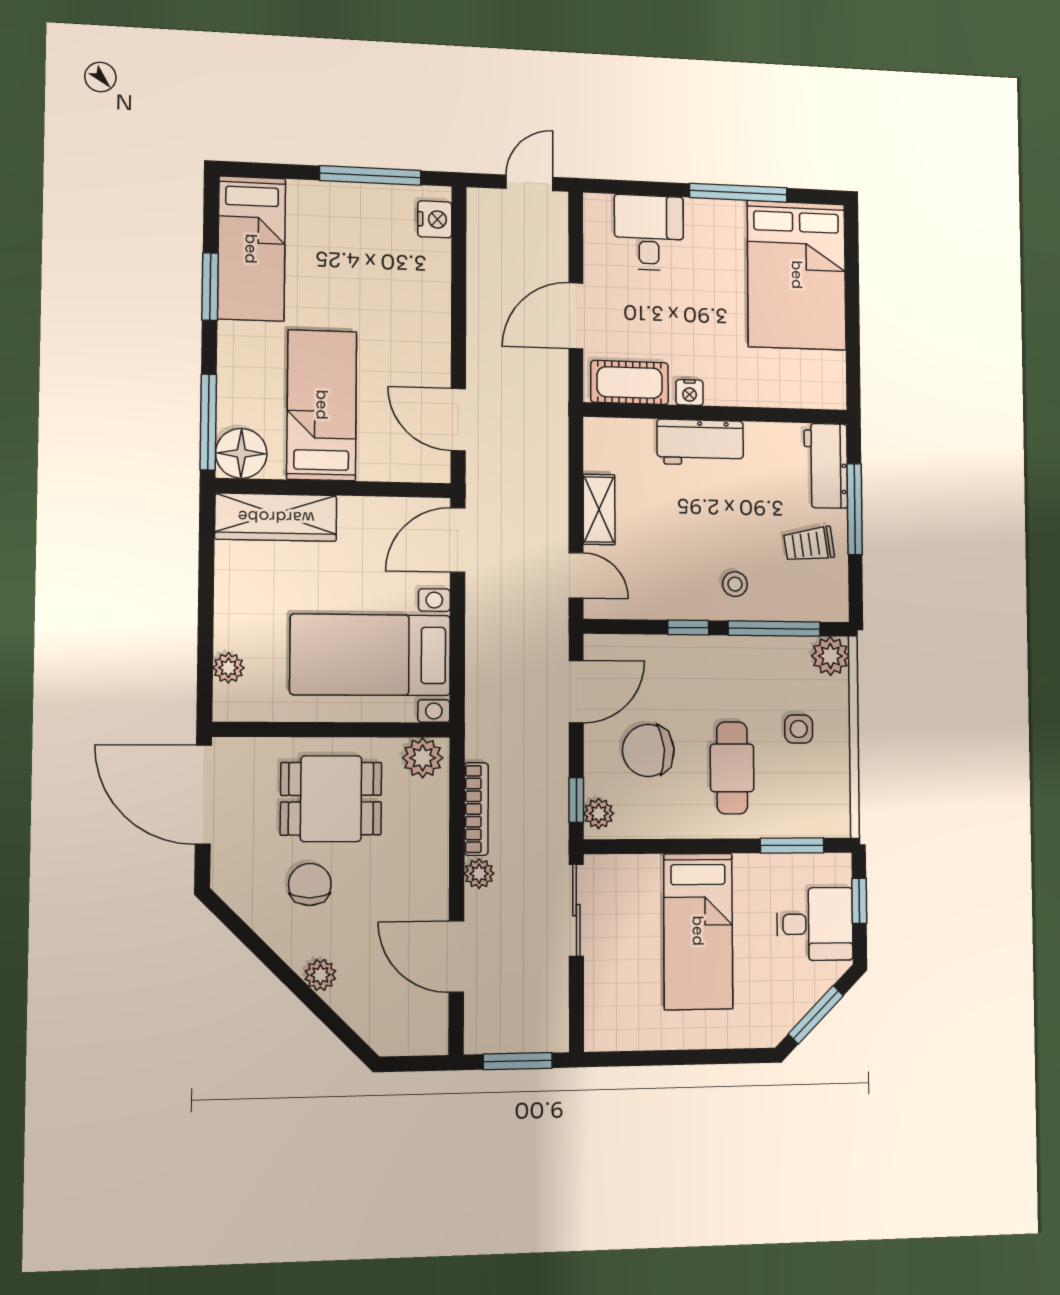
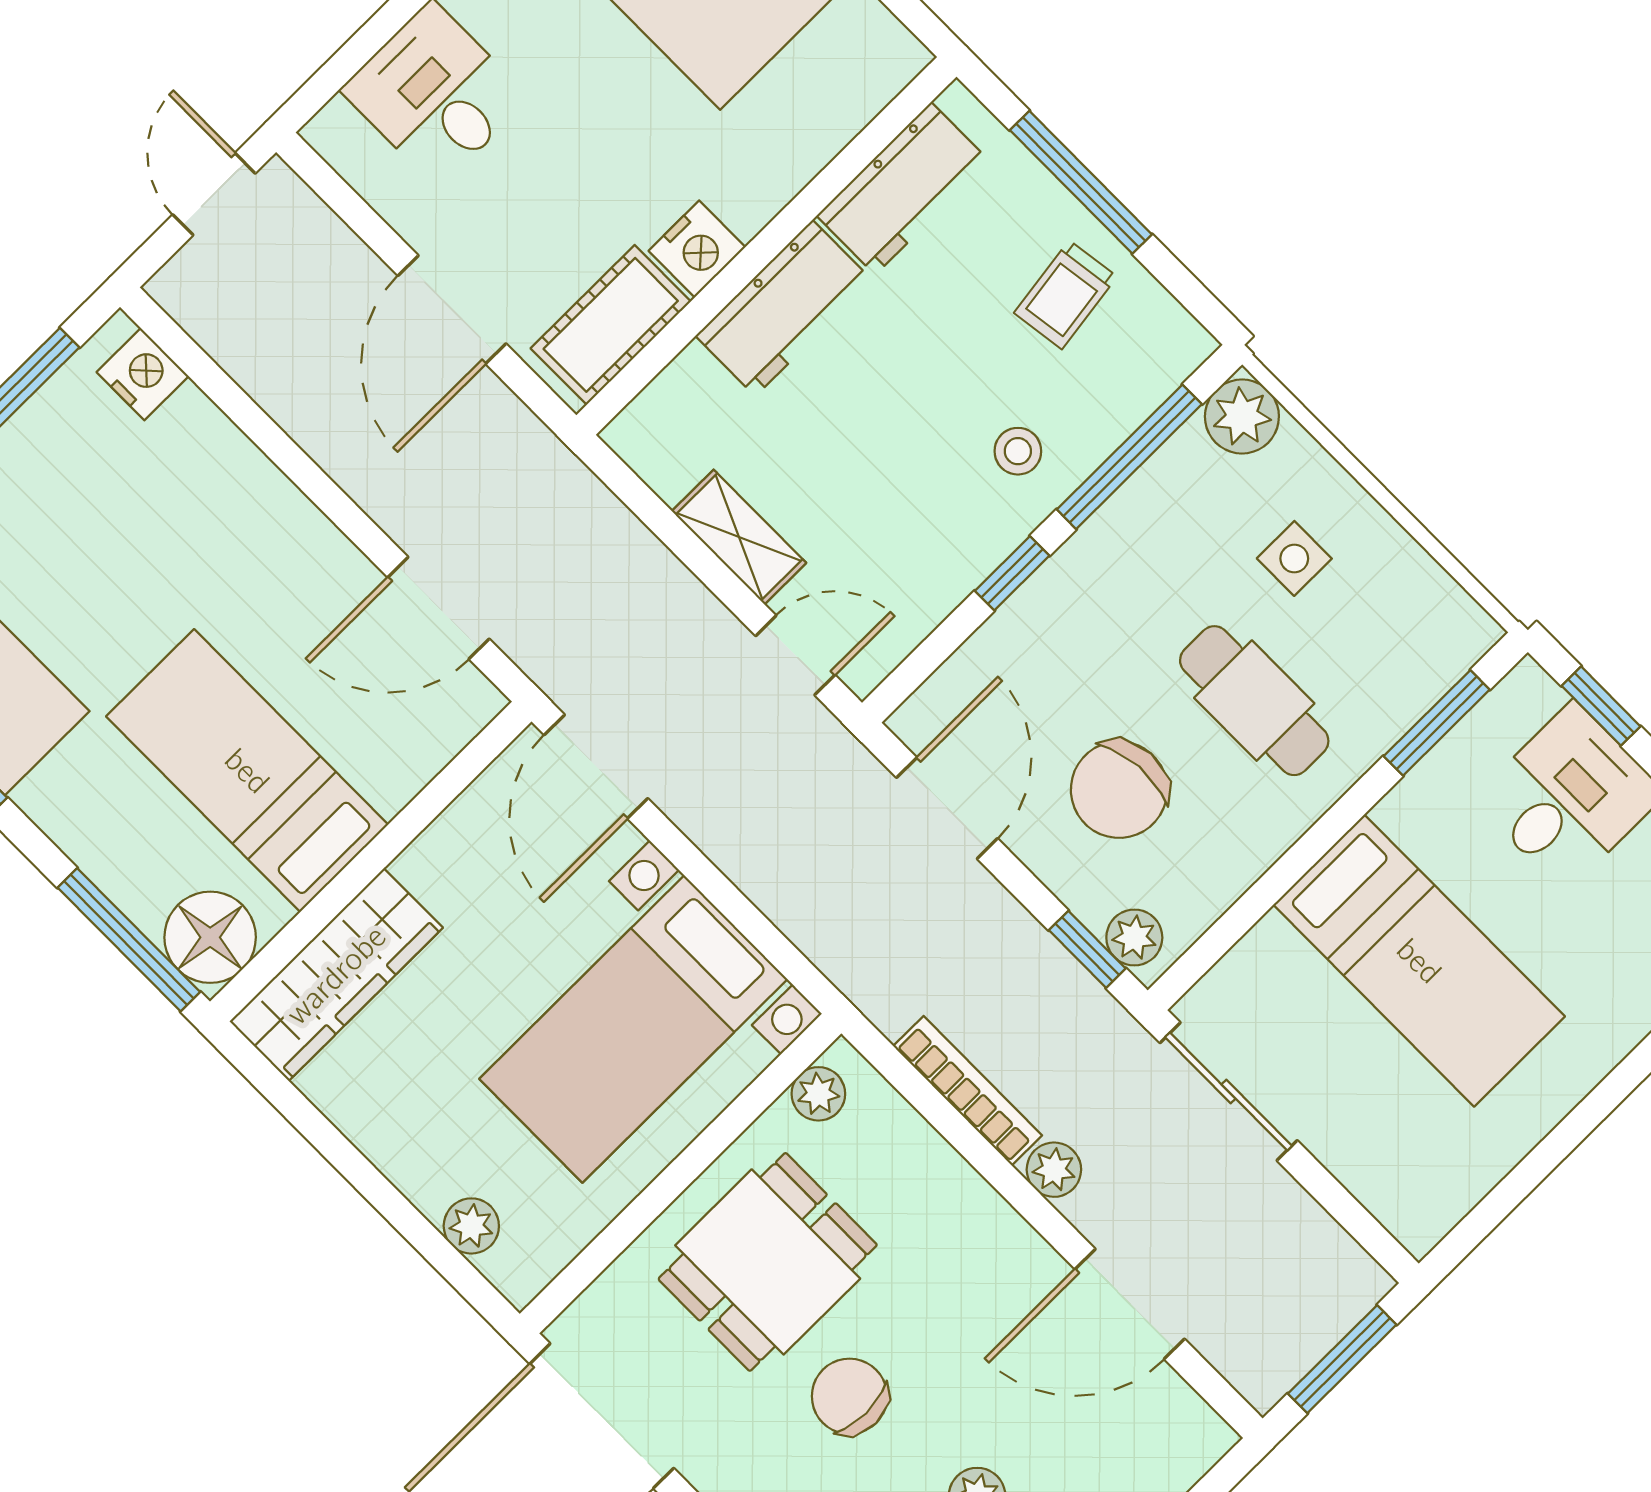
nightstand: (690, 392) -> (697, 249), width x1.39, depth x1.35
workbench: (826, 466) -> (903, 188), moved, turned -90
plant: (423, 758) -> (818, 1094), width x0.73, depth x0.73

